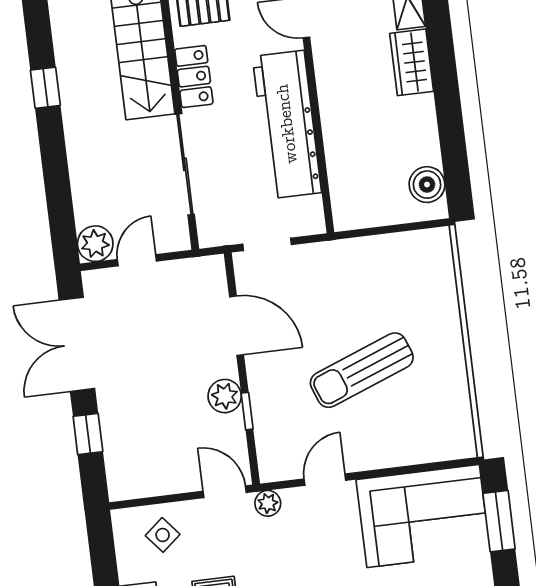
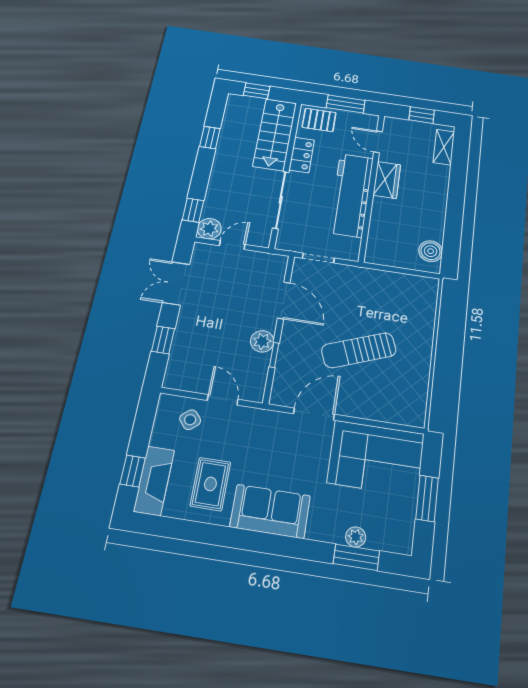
wardrobe: (412, 62) -> (387, 180), moved, turned 180
window: (62, 220) -> (193, 210), added
double door: (77, 344) -> (176, 283), width x0.73
door: (325, 480) -> (314, 414), width x1.38
door: (225, 492) -> (223, 400), moved
plant: (268, 503) -> (270, 419), removed
window: (499, 521) -> (427, 498), moved

